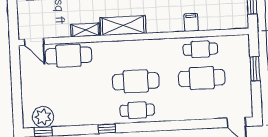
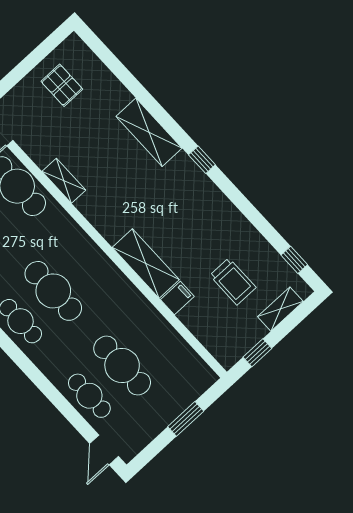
shelving: (123, 26) -> (146, 264), moved
cafe table: (200, 49) -> (89, 396), moved

